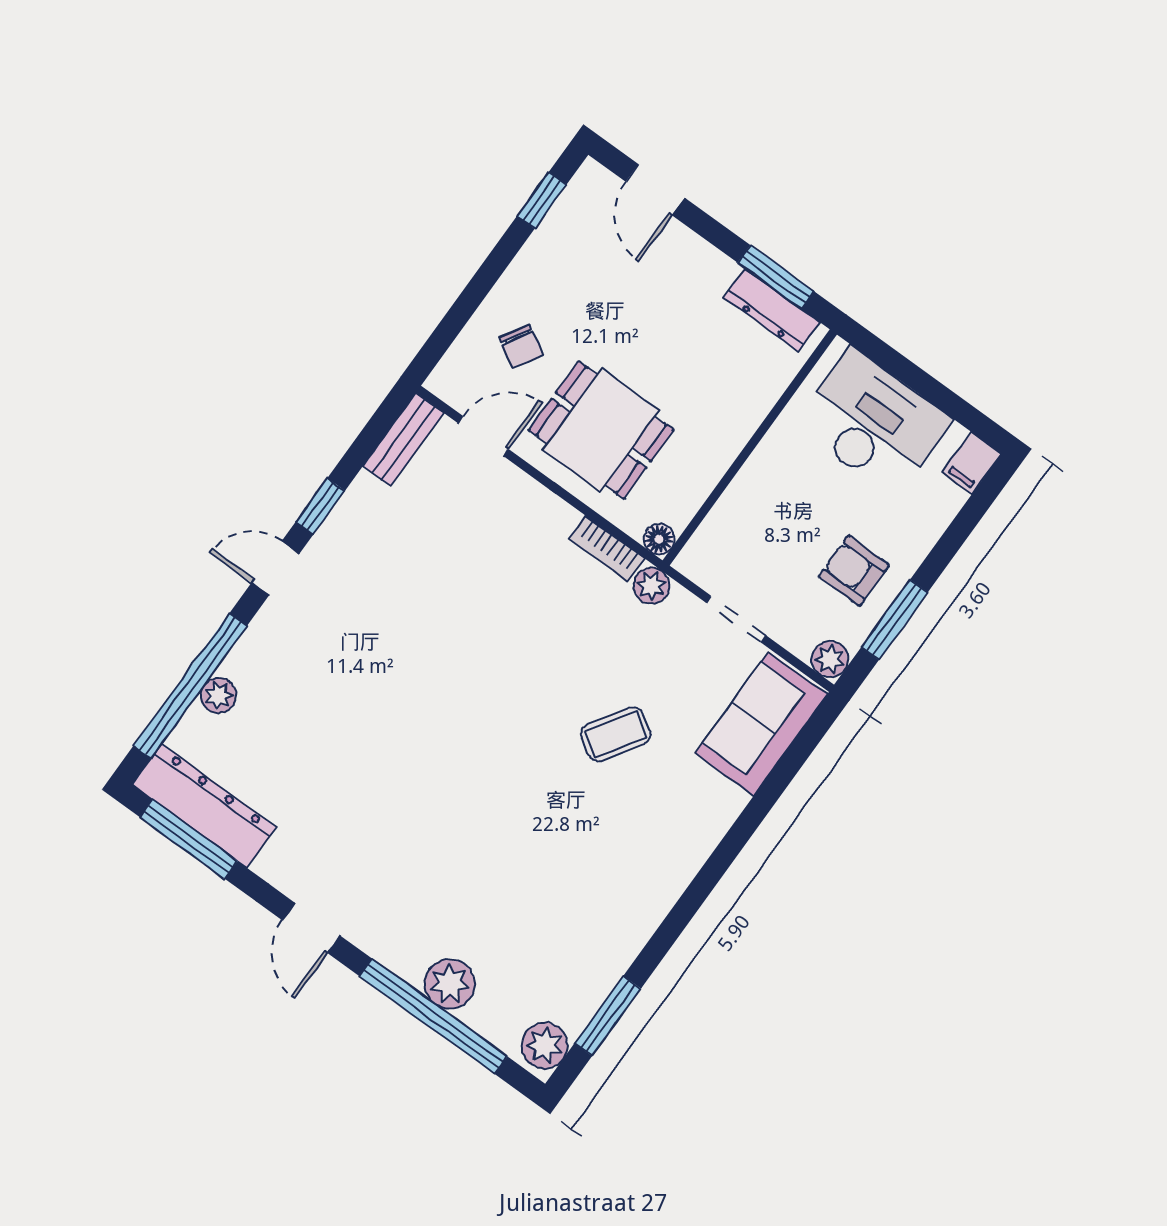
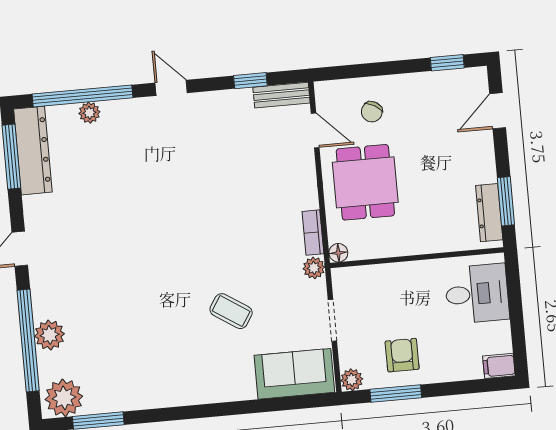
desk: (873, 422) -> (477, 294), width x0.73
window: (320, 506) -> (250, 81), moved
plant: (545, 1045) -> (64, 398), width x1.36, depth x1.36

